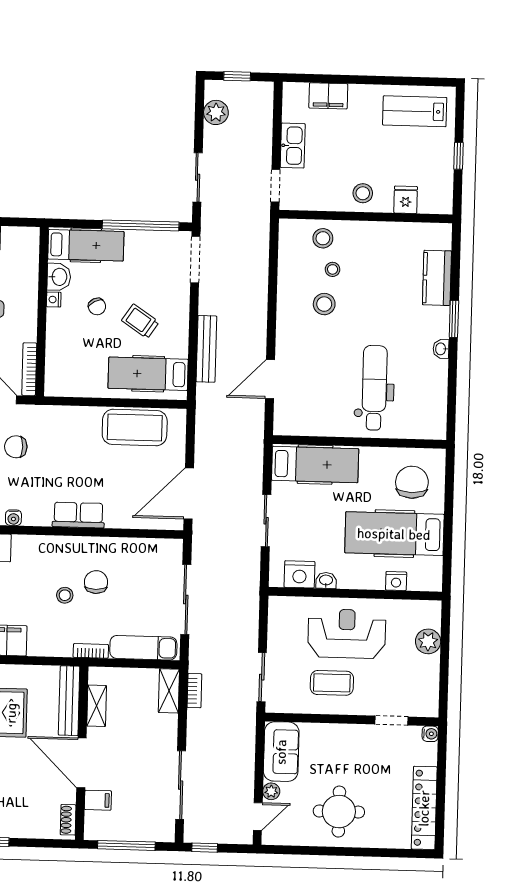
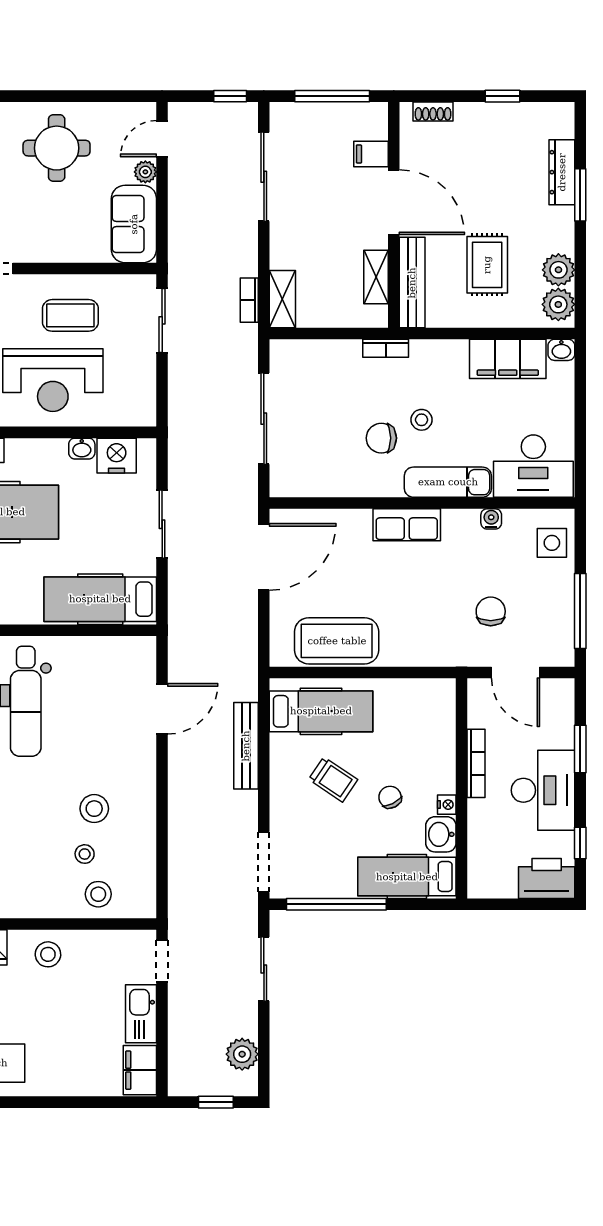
filing cabinet: (328, 96) -> (140, 1070), moved, turned -90
bookcase: (29, 369) -> (476, 763), moved
chair: (16, 447) -> (491, 611), turned -90
chair: (96, 582) -> (381, 438), turned 90
exam couch: (143, 648) -> (448, 482), moved, turned 180
shoe rack: (68, 820) -> (433, 111), moved, turned 90

